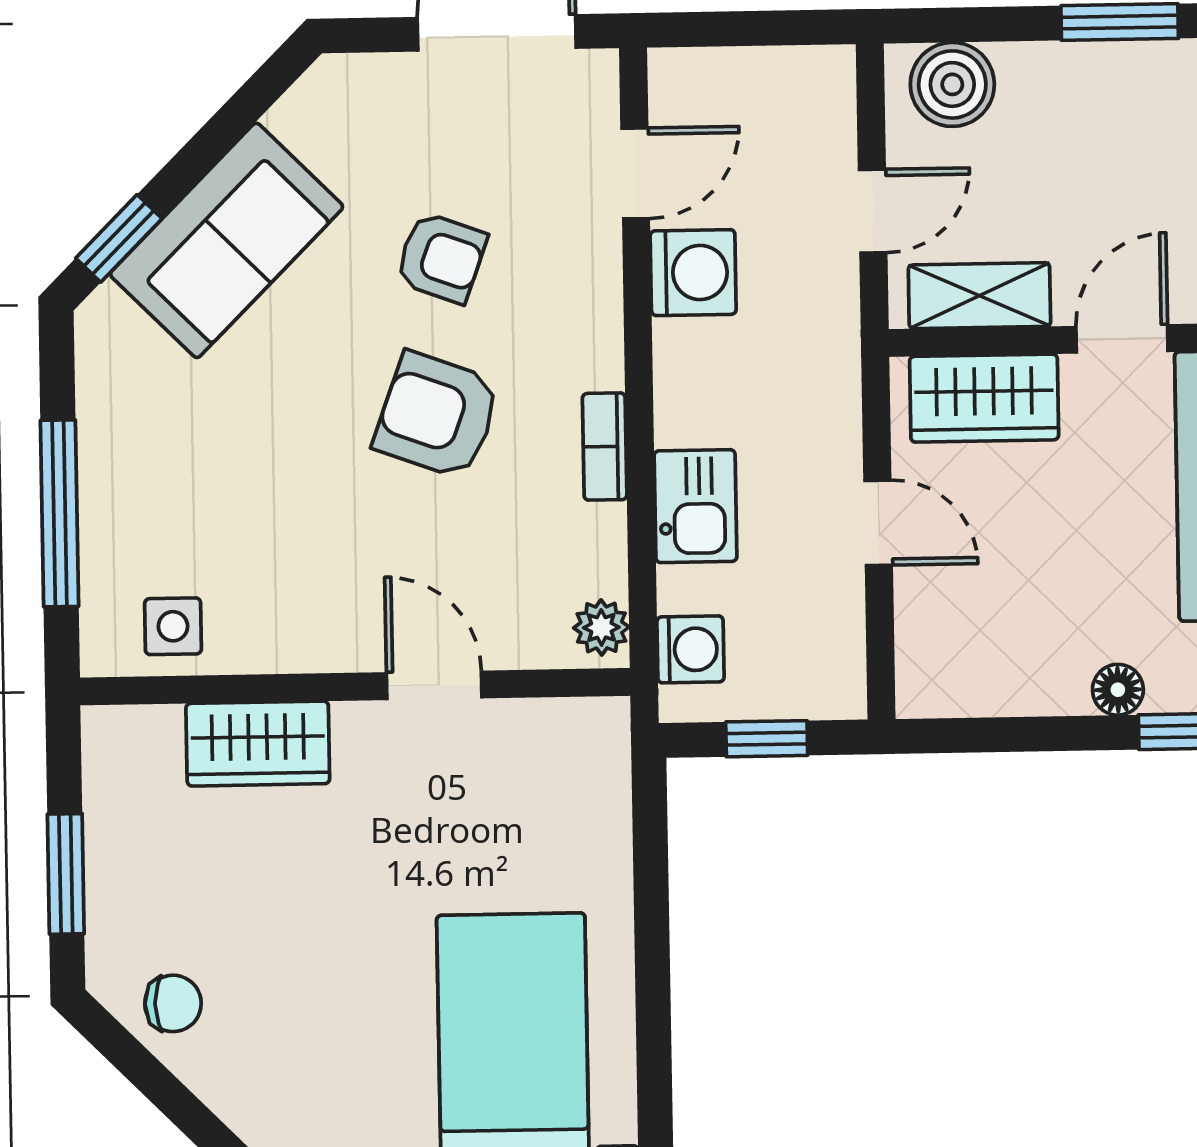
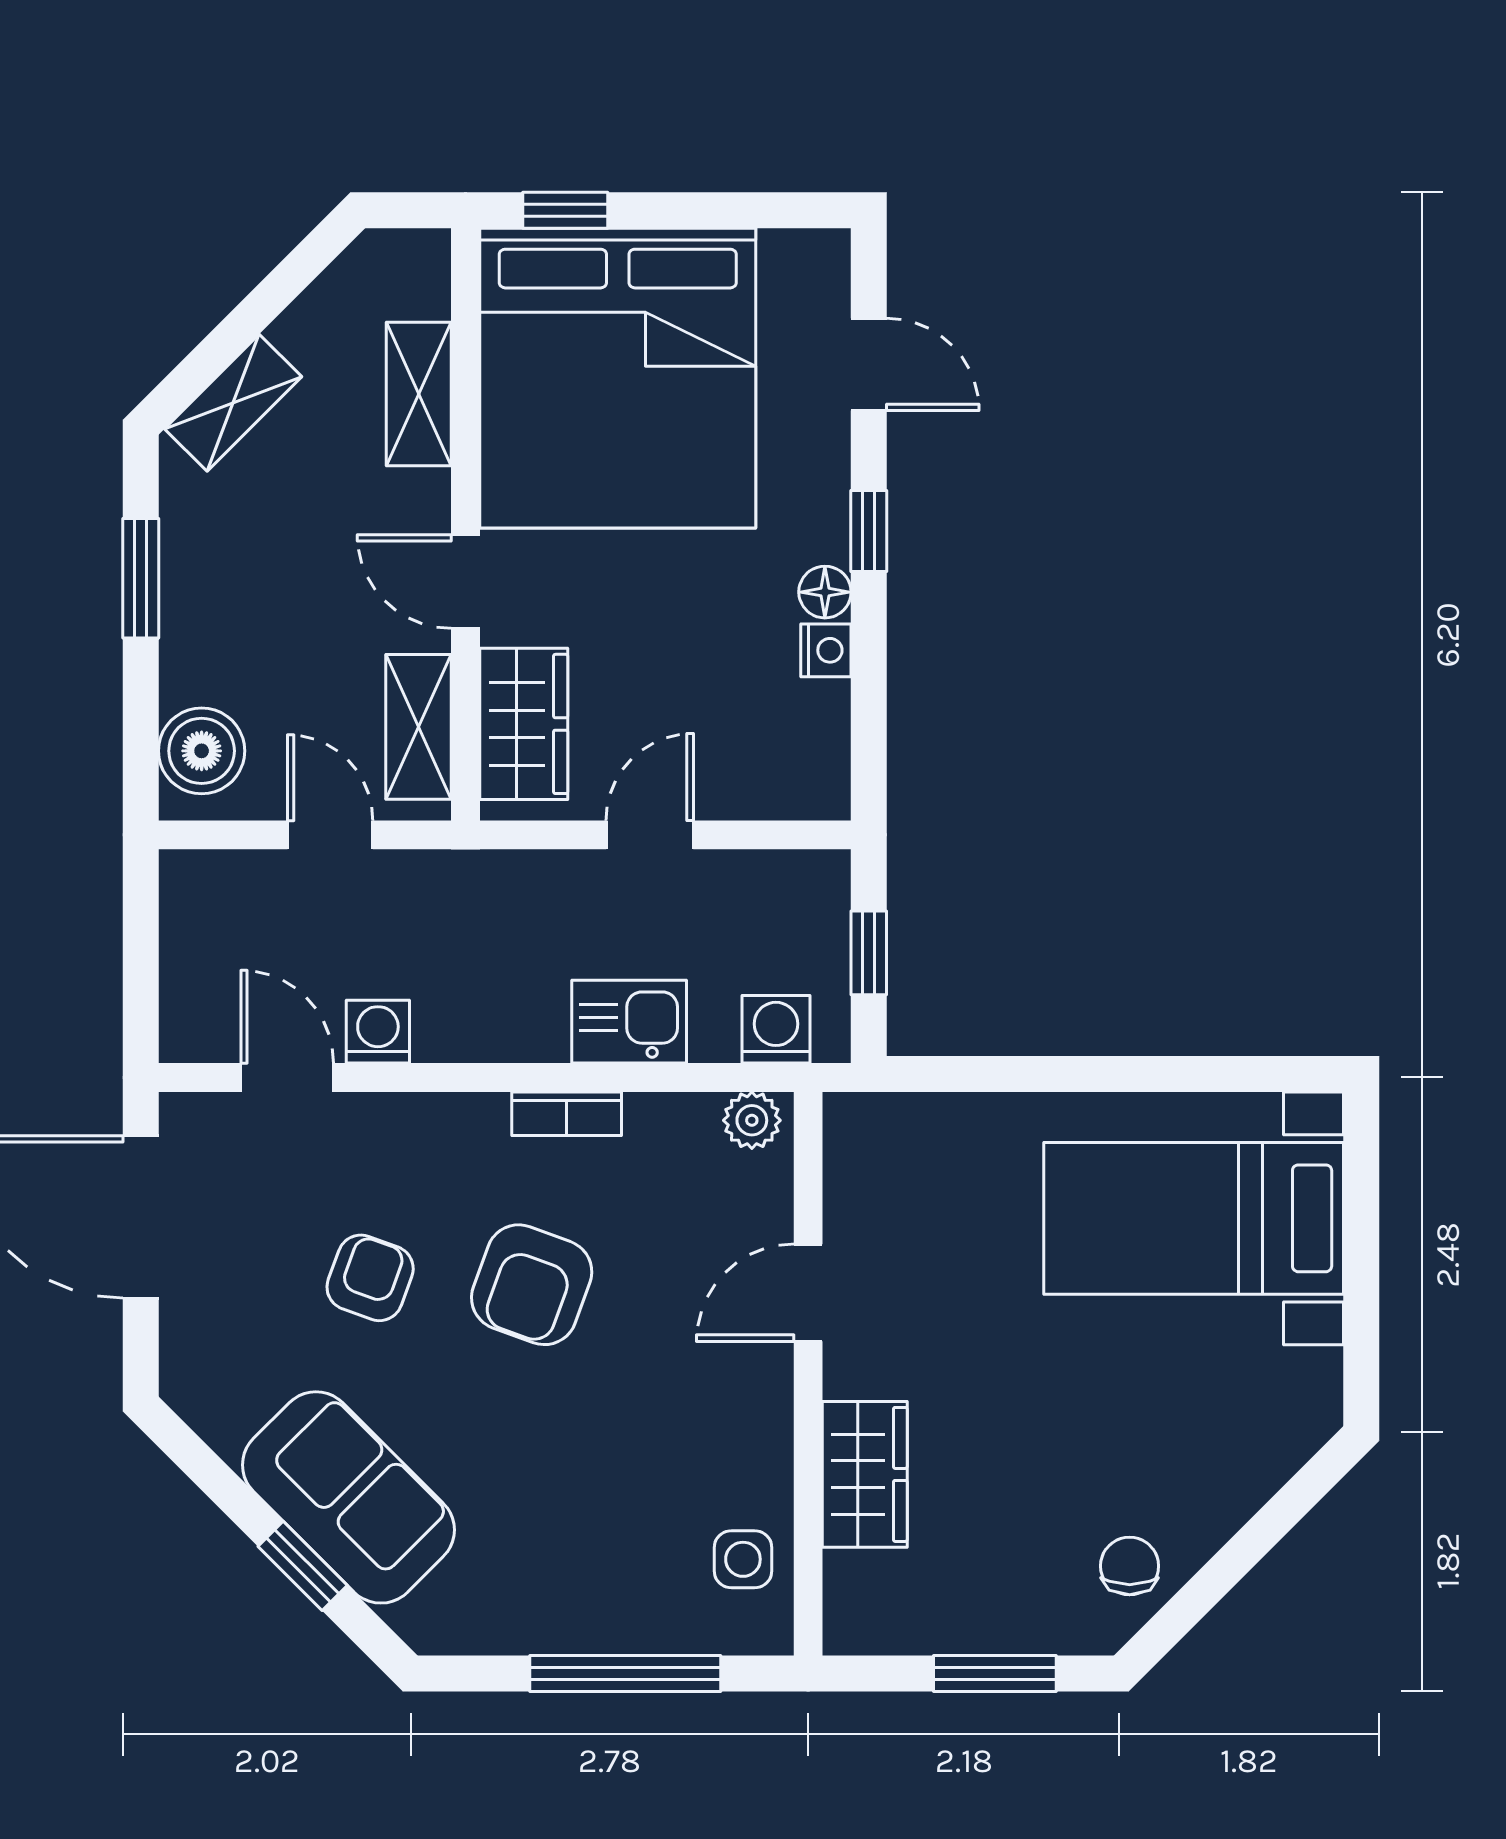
window: (119, 238) -> (303, 1566), moved
washing machine: (693, 273) -> (378, 1032), width x0.73, depth x0.73
nightstand: (1061, 692) -> (826, 650), added

